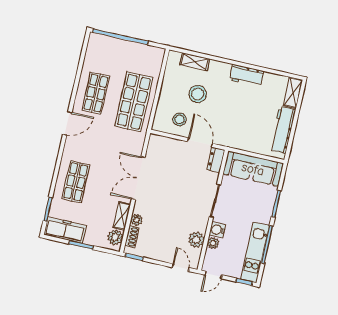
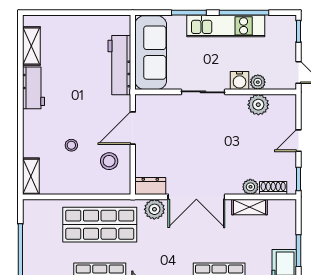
shelving: (195, 62) -> (31, 176), moved
shelving: (293, 93) -> (31, 46), moved, turned 90
stool: (198, 94) -> (71, 145), width x0.53, depth x0.53
workbench: (283, 130) -> (119, 65), moved, turned 90
dresser: (216, 160) -> (150, 186), moved, turned 180
plant: (115, 237) -> (154, 209), moved
kitchen unit: (255, 252) -> (226, 26), moved
door: (181, 268) -> (298, 141), moved

